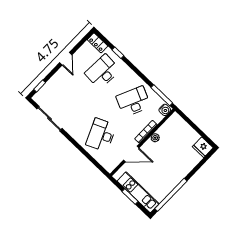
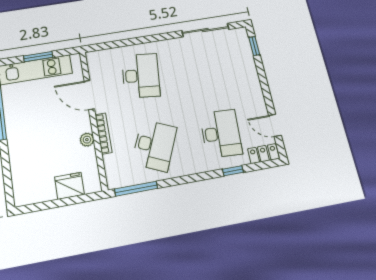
door: (66, 59) -> (275, 125), moved
water cooler: (165, 110) -> (114, 179), removed
desk: (101, 135) -> (141, 76), turned 30
fridge: (203, 147) -> (69, 186), moved
door: (131, 154) -> (89, 95), hinge flipped

